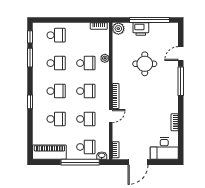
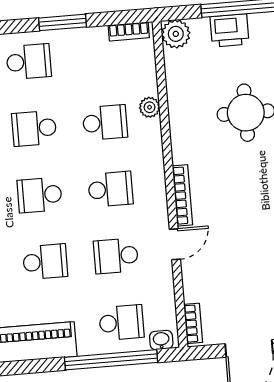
window: (72, 20) -> (62, 22), added
school desk: (56, 63) -> (34, 128), turned 180
school desk: (56, 91) -> (40, 195), turned 180
school desk: (86, 119) -> (116, 256), turned 180

